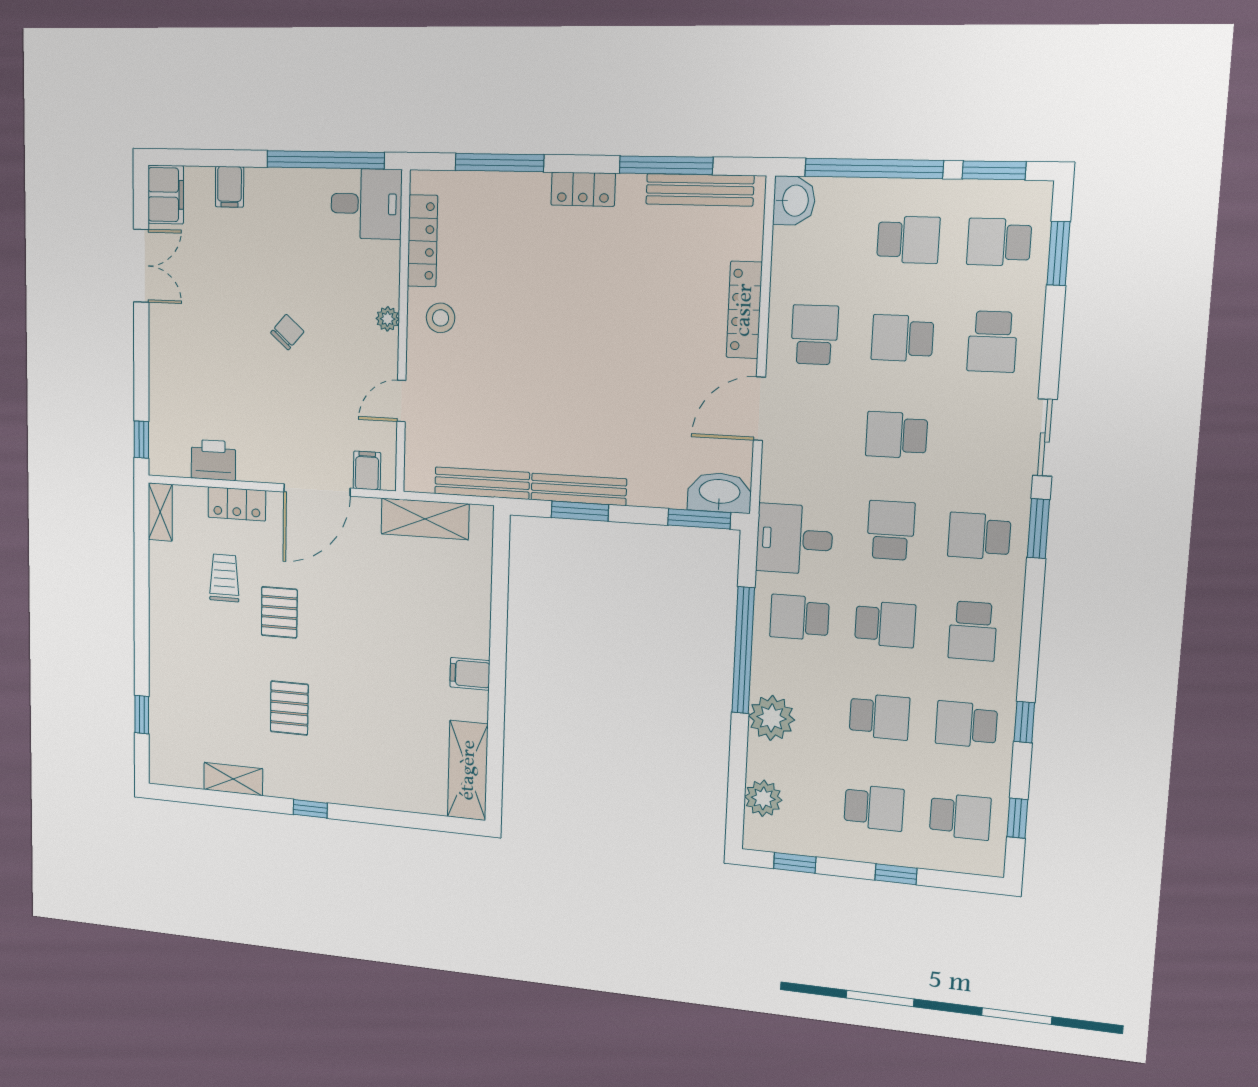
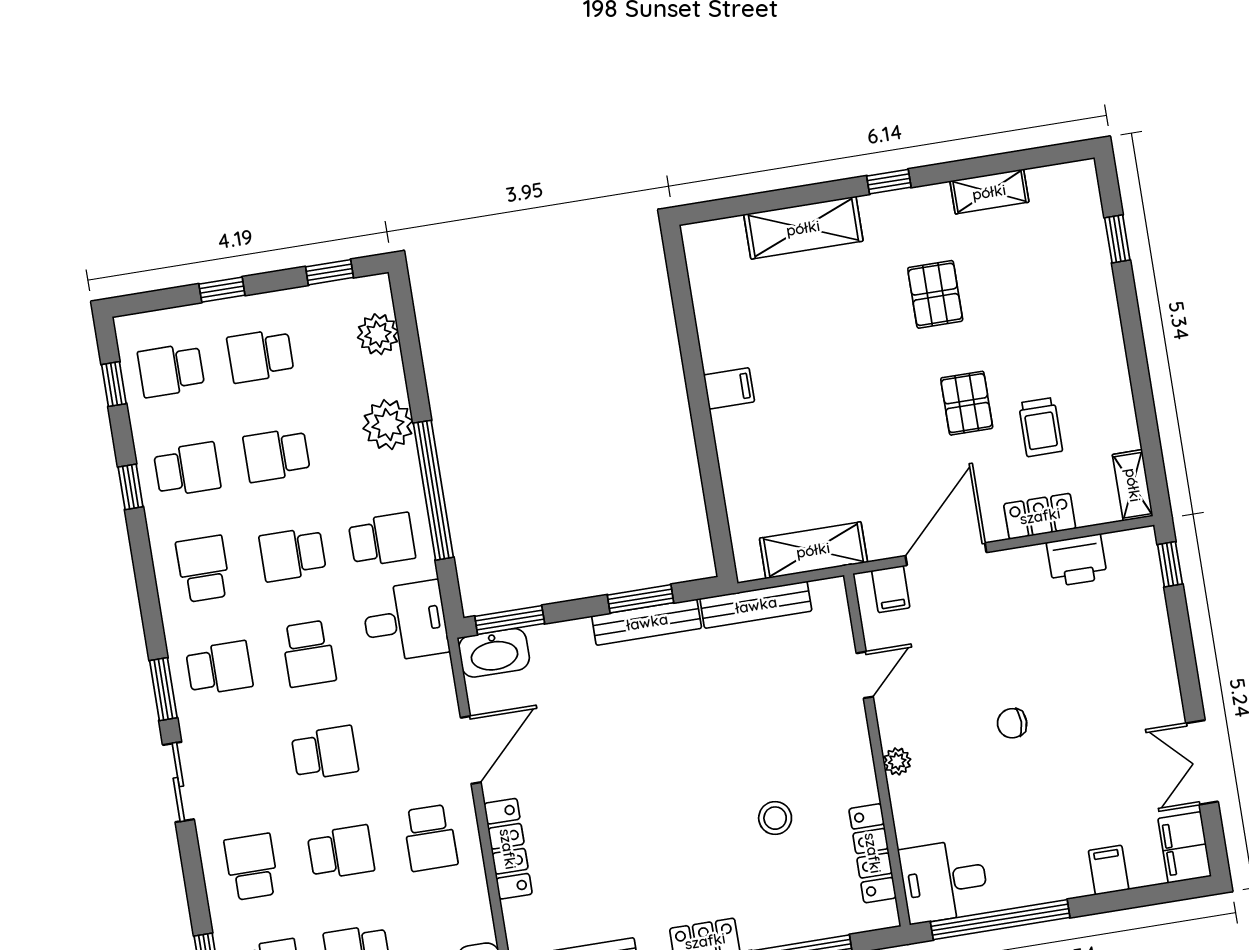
stool: (441, 318) -> (775, 818), moved
chair: (287, 332) -> (1012, 723), turned 49
shelving: (468, 770) -> (803, 228), moved, turned 90

